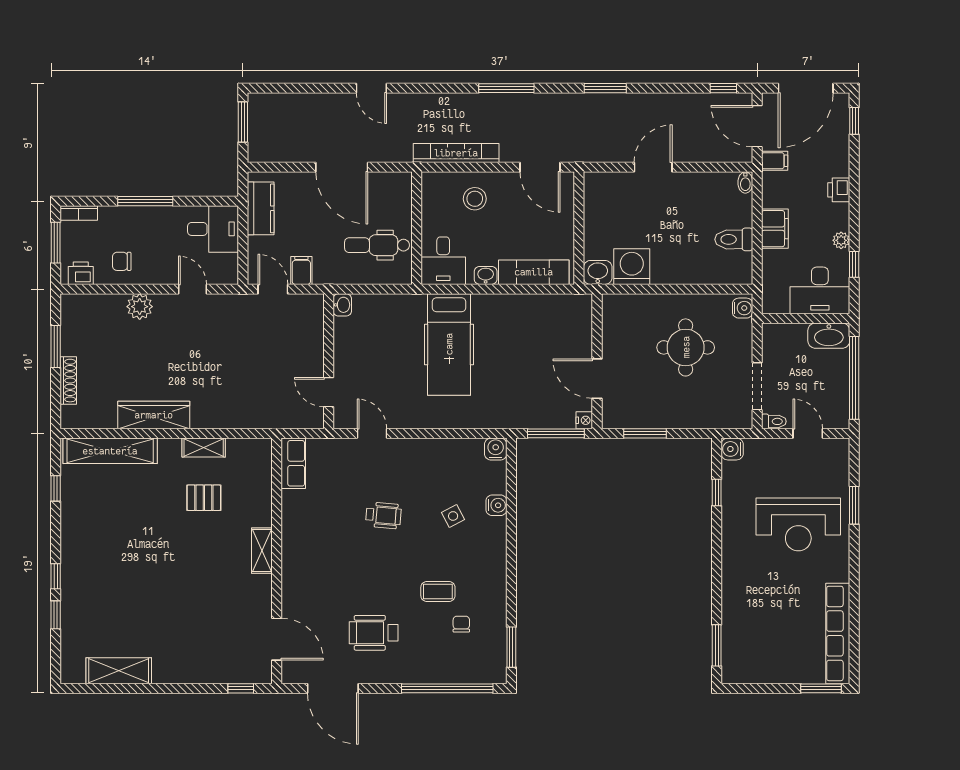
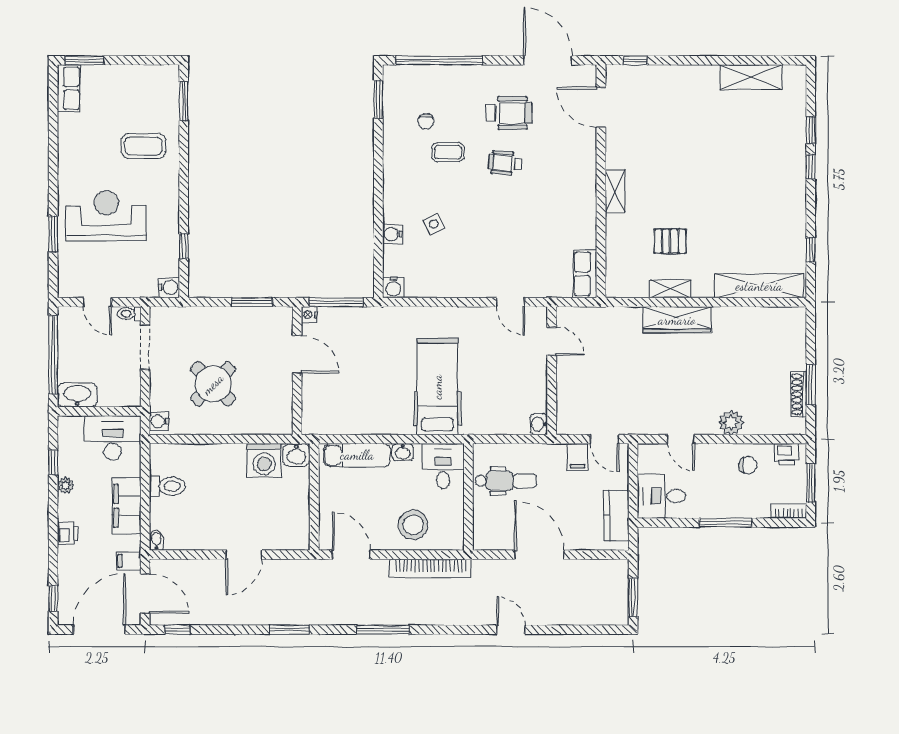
stool: (475, 199) -> (413, 525), width x1.38, depth x1.38
filing cabinet: (775, 229) -> (126, 506), width x1.50, depth x1.17
desk: (820, 290) -> (113, 438), moved
round table: (686, 347) -> (213, 384), turned 45
shoe rack: (68, 381) -> (799, 394), moved
wardrobe: (154, 415) -> (677, 320), moved
wheelchair: (383, 515) -> (505, 163), moved
coffee table: (759, 598) -> (143, 146), added
row of seats: (838, 633) -> (69, 88), width x0.50

